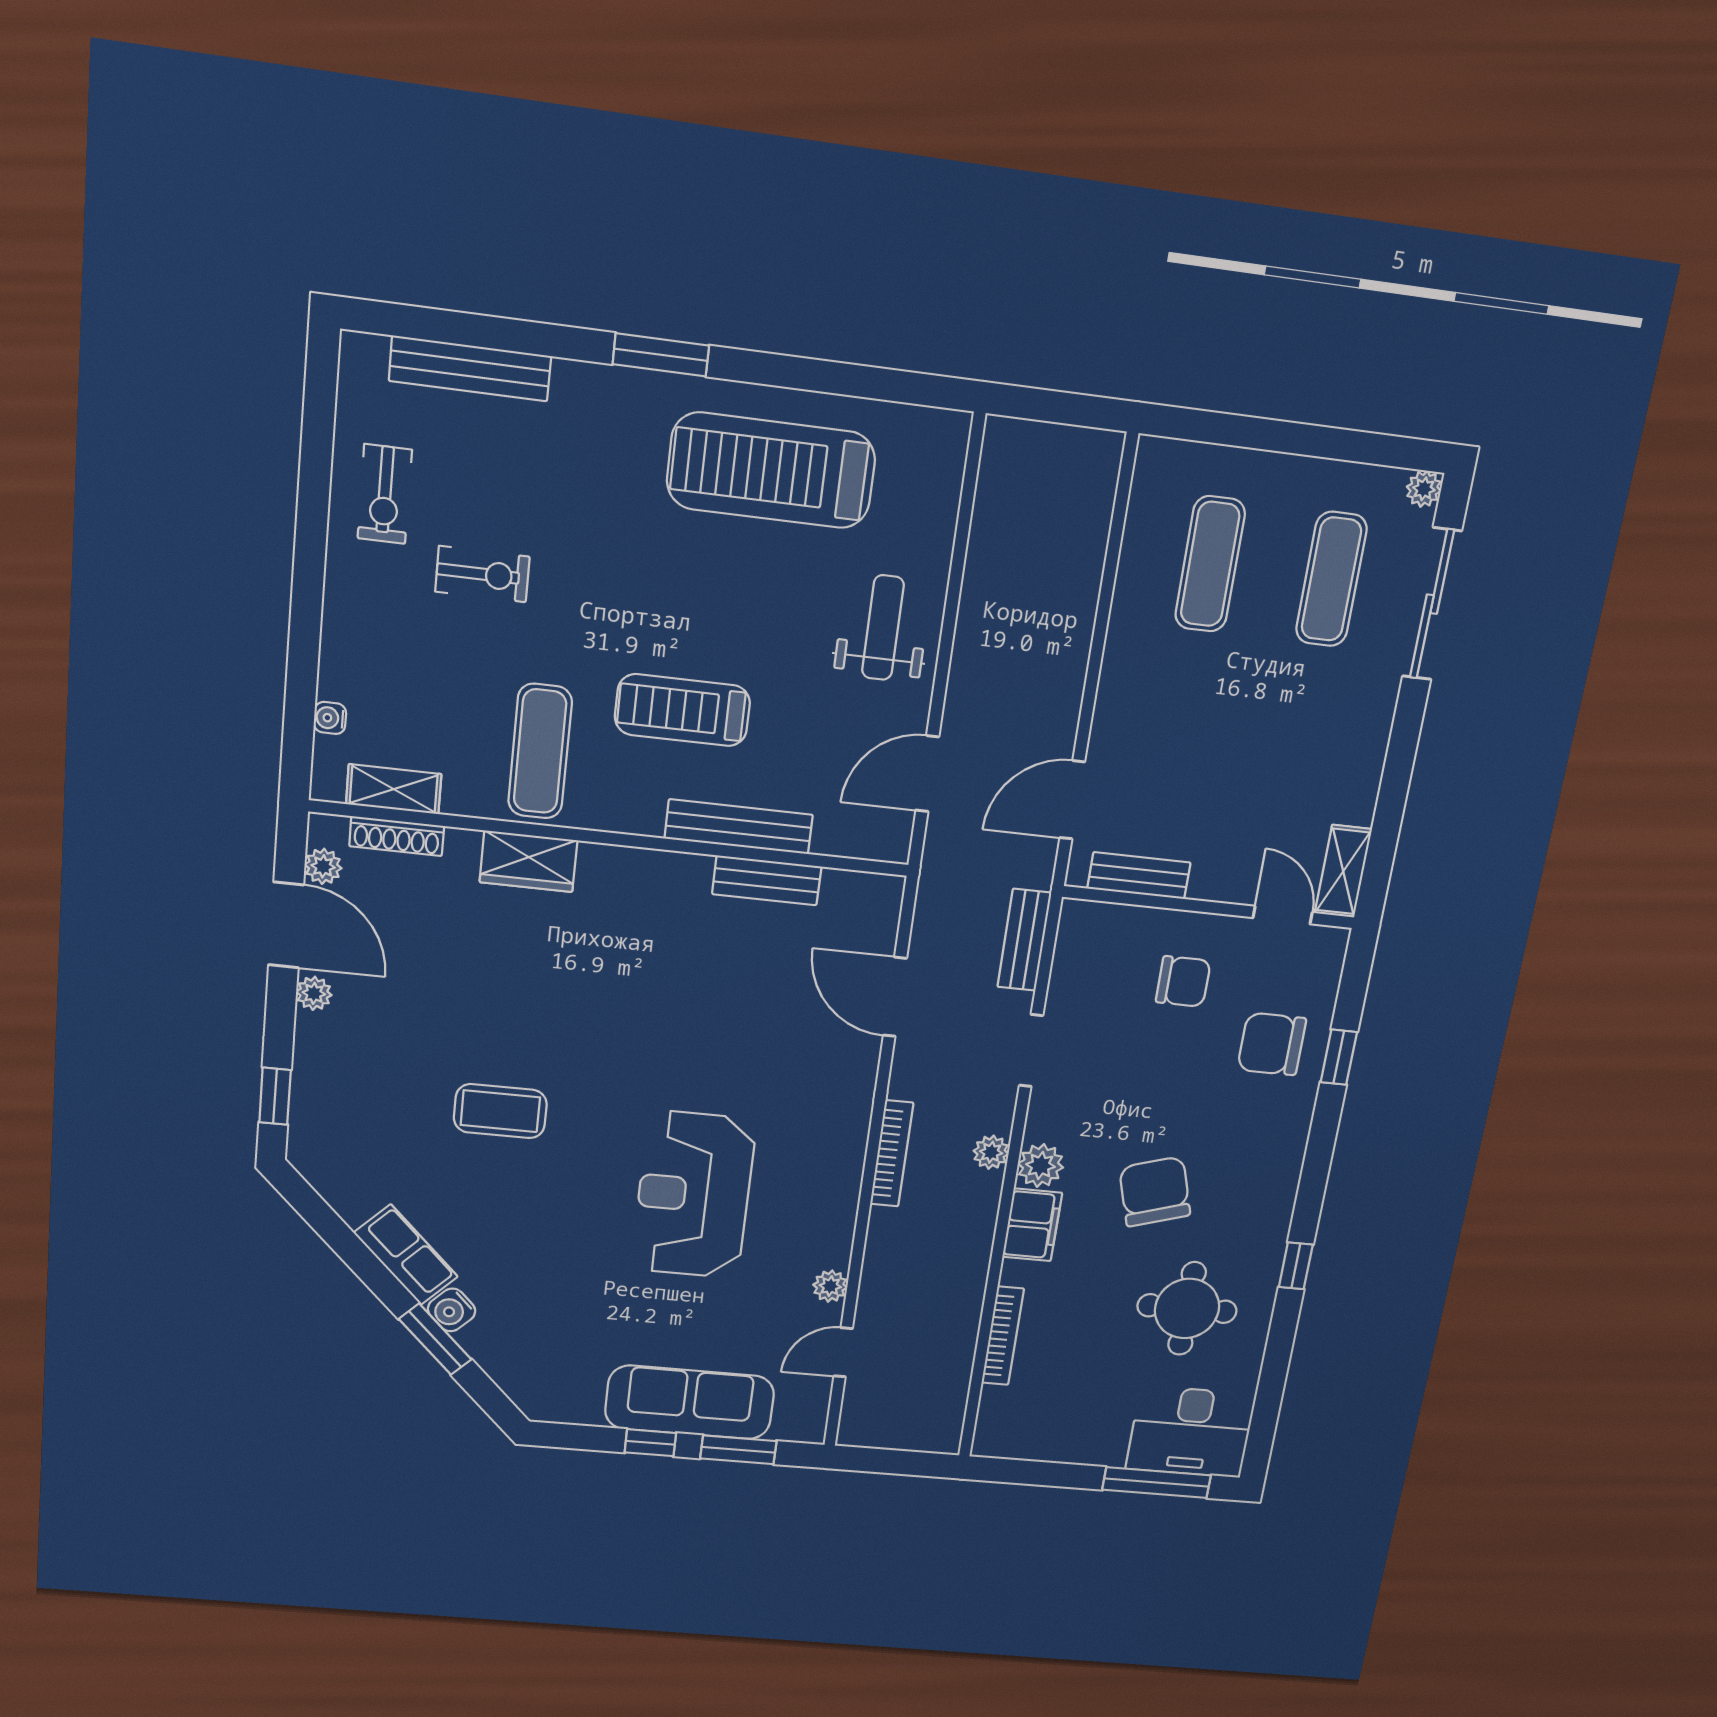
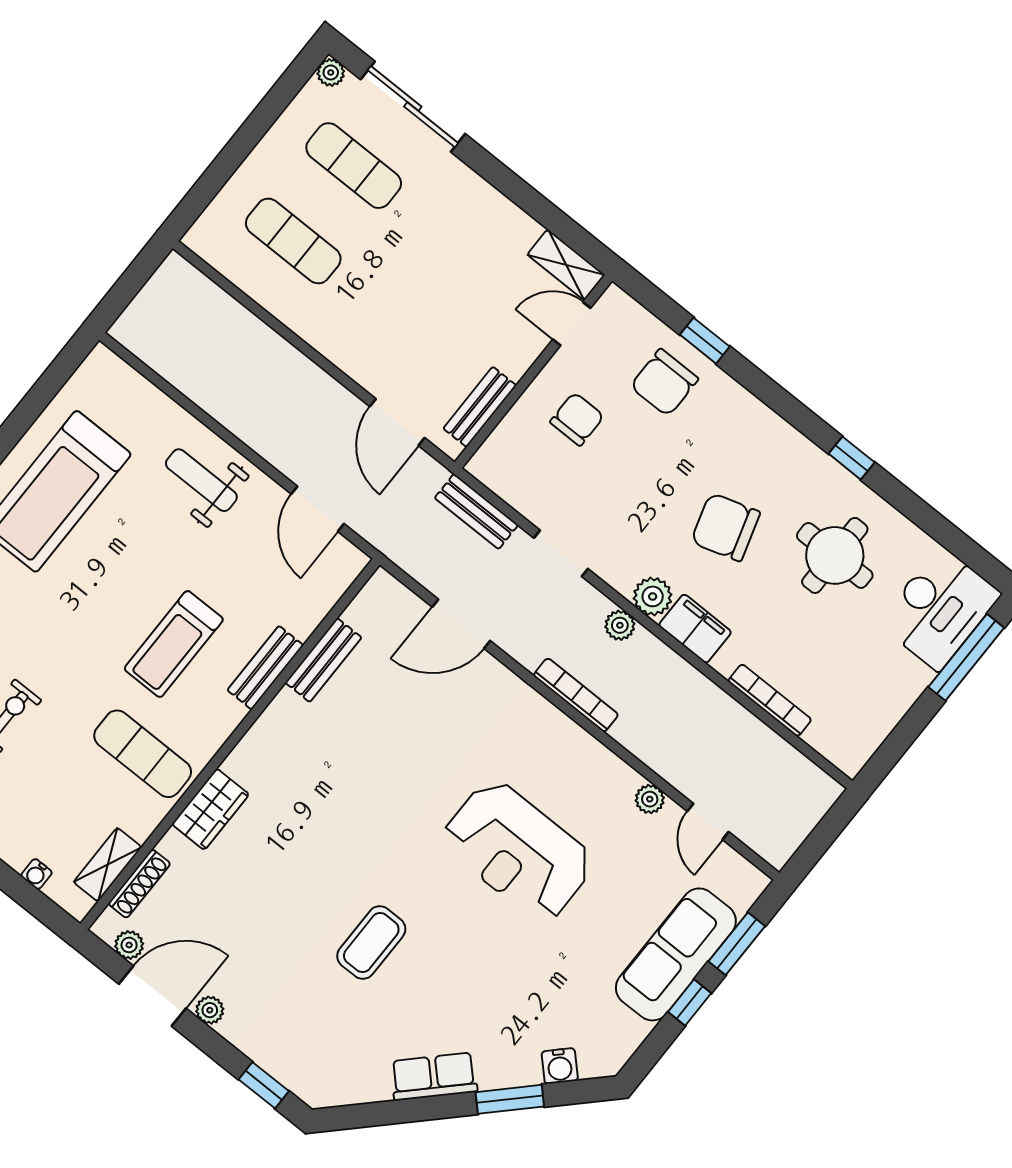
bench: (739, 827) -> (265, 668), width x0.73
water cooler: (452, 1310) -> (560, 1066), moved

